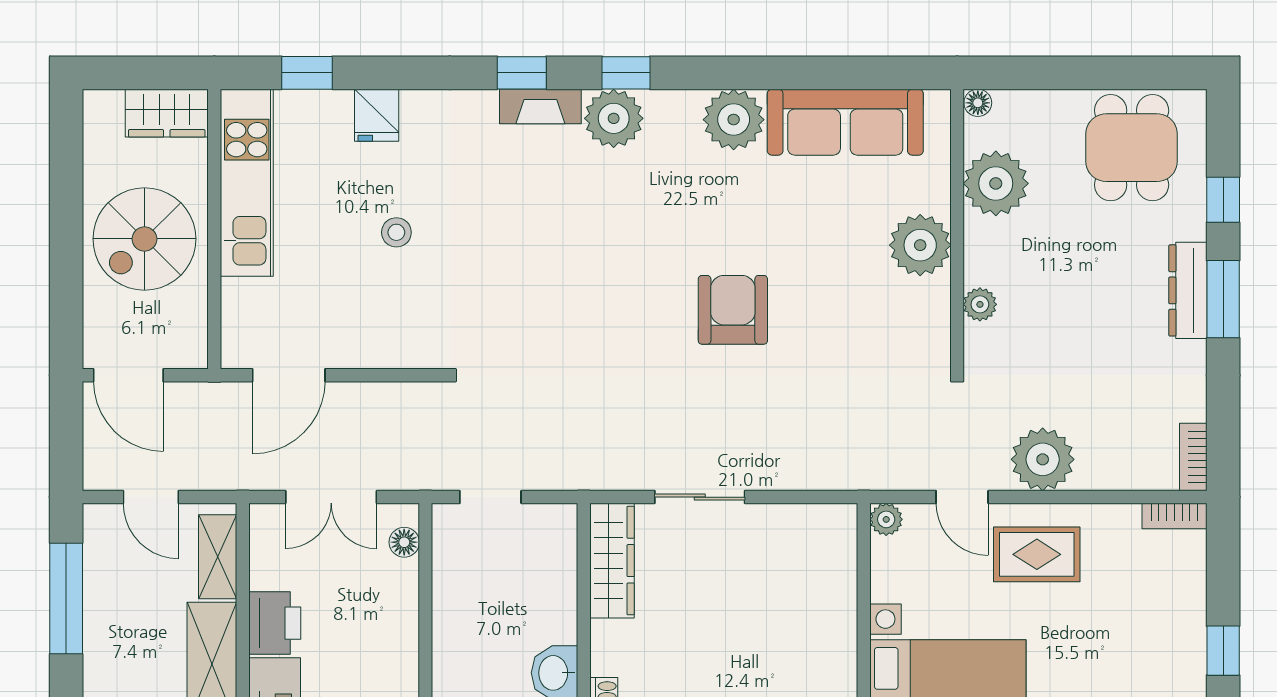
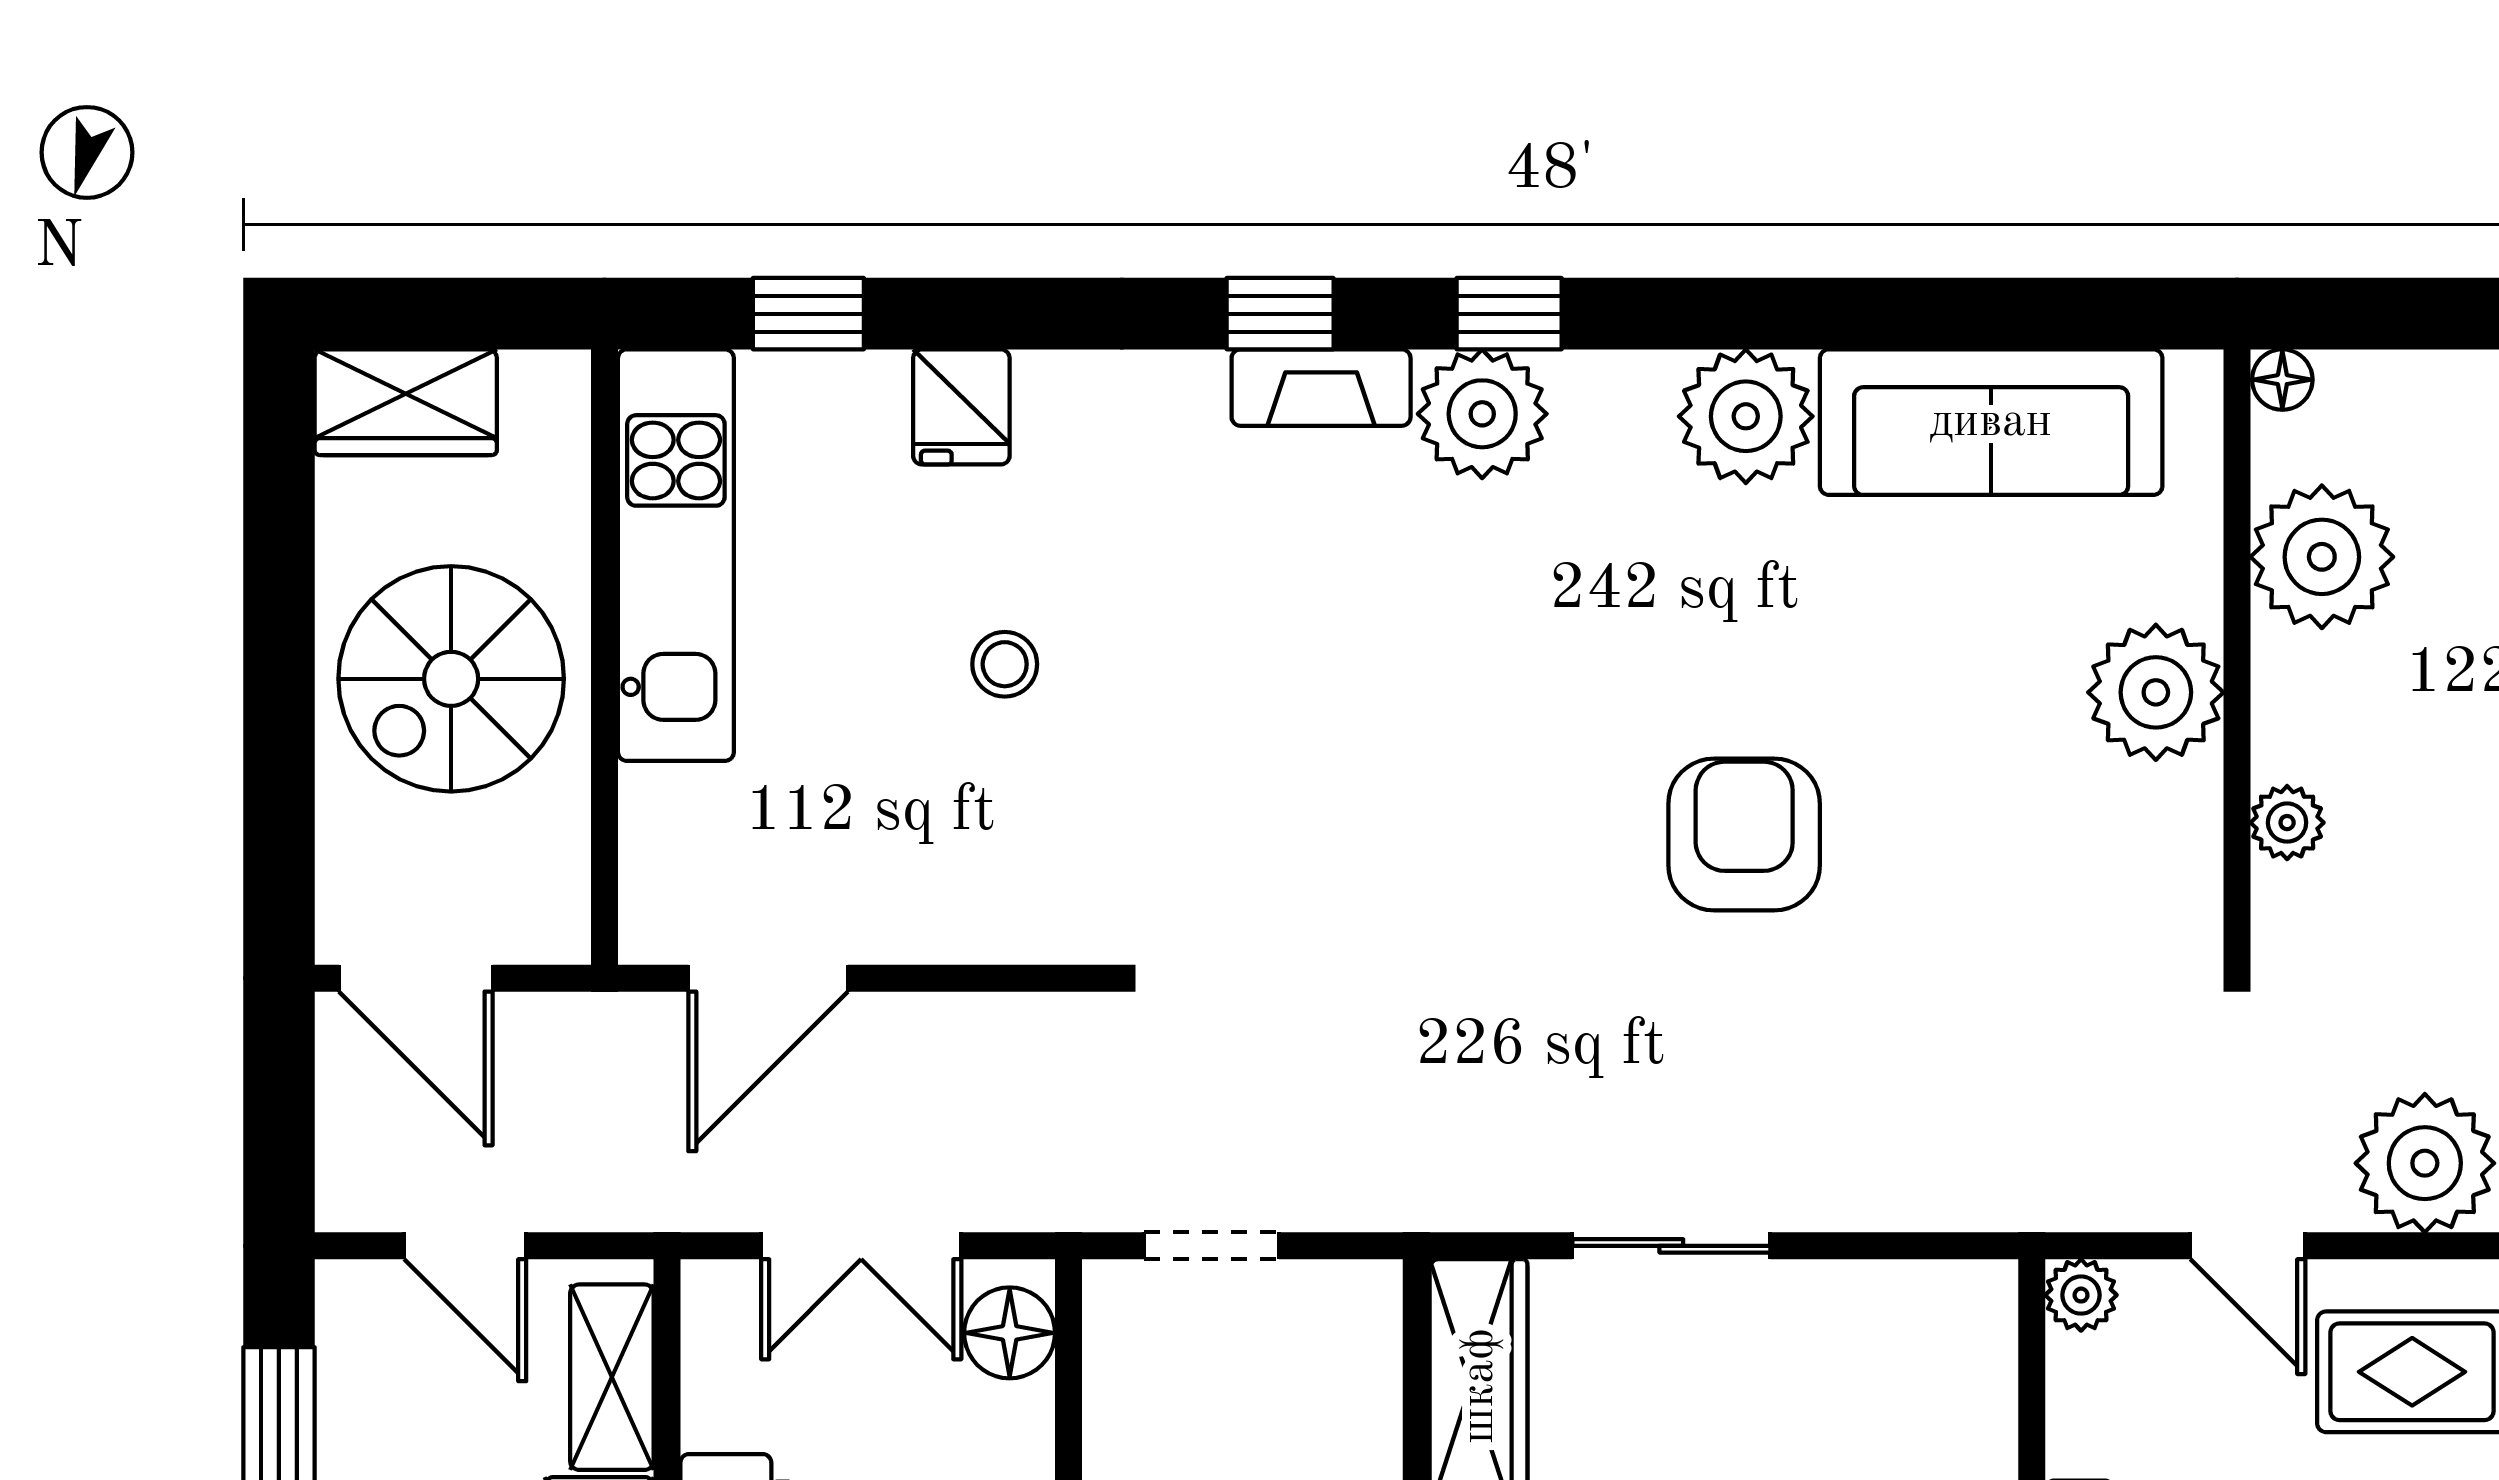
wardrobe: (167, 113) -> (406, 402), moved
floor lamp: (404, 542) -> (1010, 1333), width x1.37, depth x1.37

